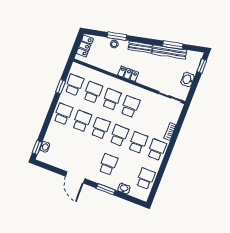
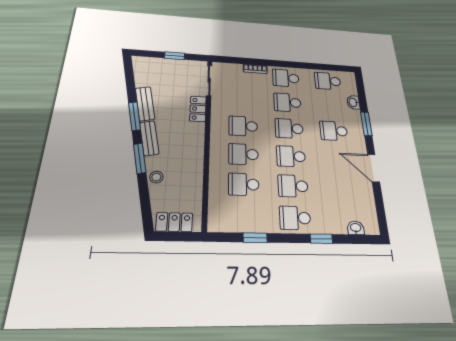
window: (117, 36) -> (140, 158), moved
window: (173, 45) -> (135, 116), moved
bench: (169, 52) -> (145, 104), width x0.73
window: (202, 66) -> (175, 56), moved
locker: (128, 74) -> (198, 109), moved
washbasin: (188, 80) -> (177, 66), removed
school desk: (74, 85) -> (244, 217), removed
window: (37, 147) -> (321, 239), moved
door: (75, 177) -> (374, 168), swing flipped

